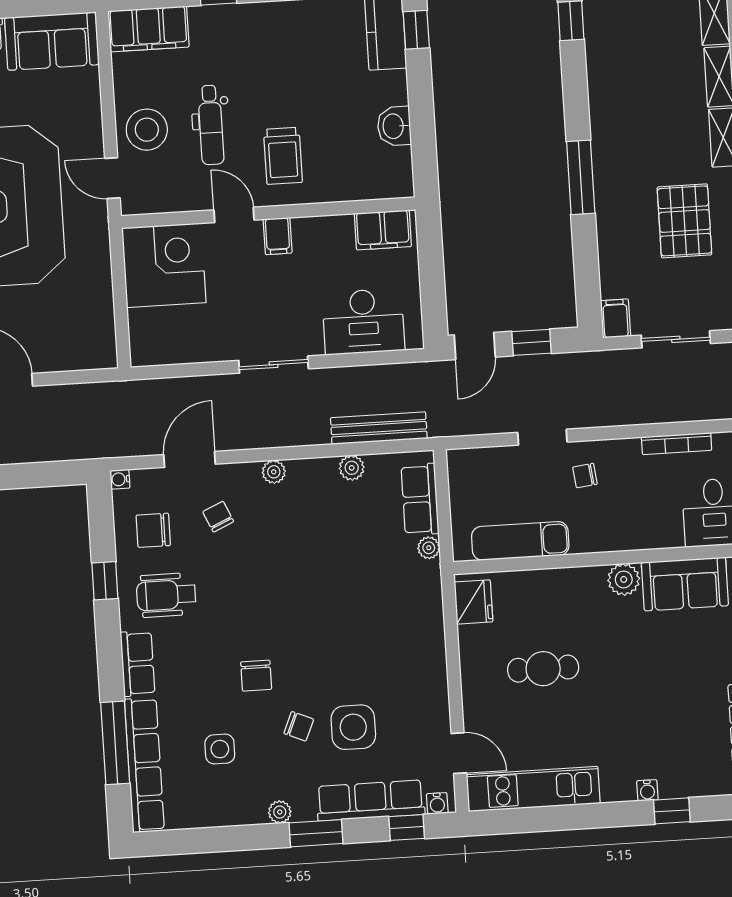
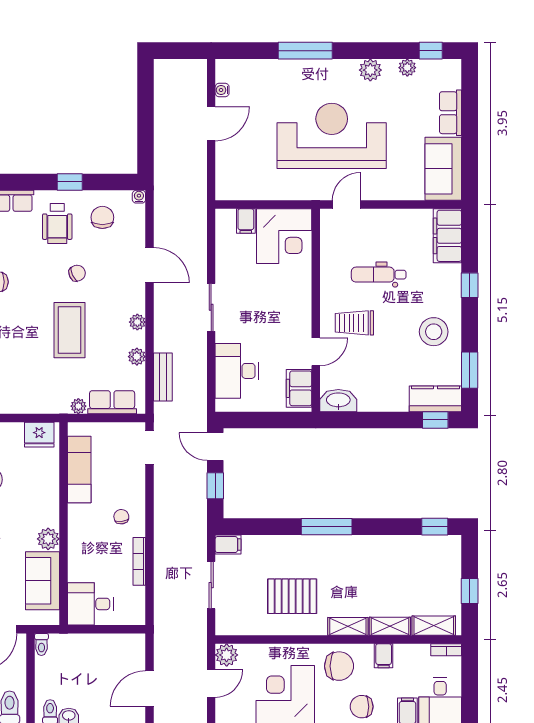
washbasin: (394, 126) -> (338, 401), moved, width x1.38
stool: (147, 130) -> (434, 332), moved
door: (234, 215) -> (316, 352), moved
filing cabinet: (278, 236) -> (246, 221), moved, turned -90
bench: (379, 428) -> (163, 377), width x0.73
doorway: (542, 437) -> (150, 448), moved
bookcase: (677, 444) -> (139, 561), moved
door: (190, 459) -> (150, 265), moved
plant: (274, 472) -> (137, 322), moved
chair: (218, 517) -> (77, 273), moved
coffee table: (319, 568) -> (69, 330), added
wheelchair: (166, 595) -> (57, 223), turned 180

